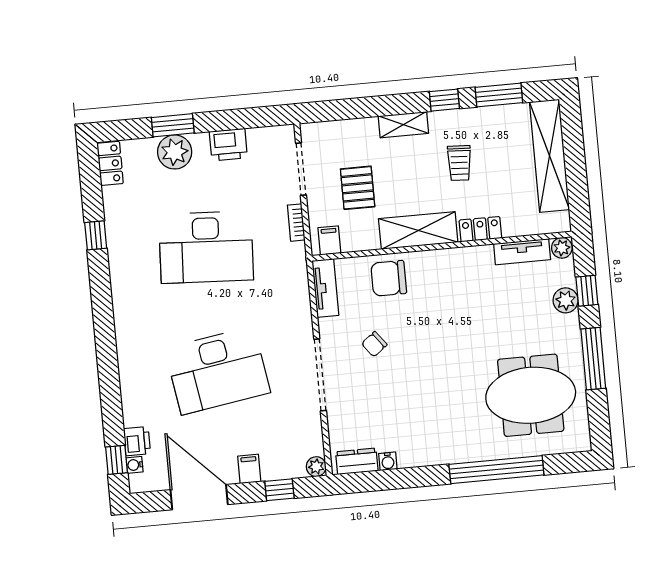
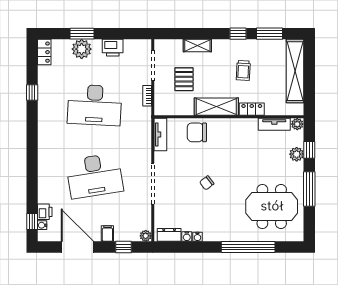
shelving: (403, 125) -> (197, 46), moved
filing cabinet: (329, 240) -> (165, 108), removed
chair: (374, 344) -> (207, 183), moved
water cooler: (406, 460) -> (197, 237), added

